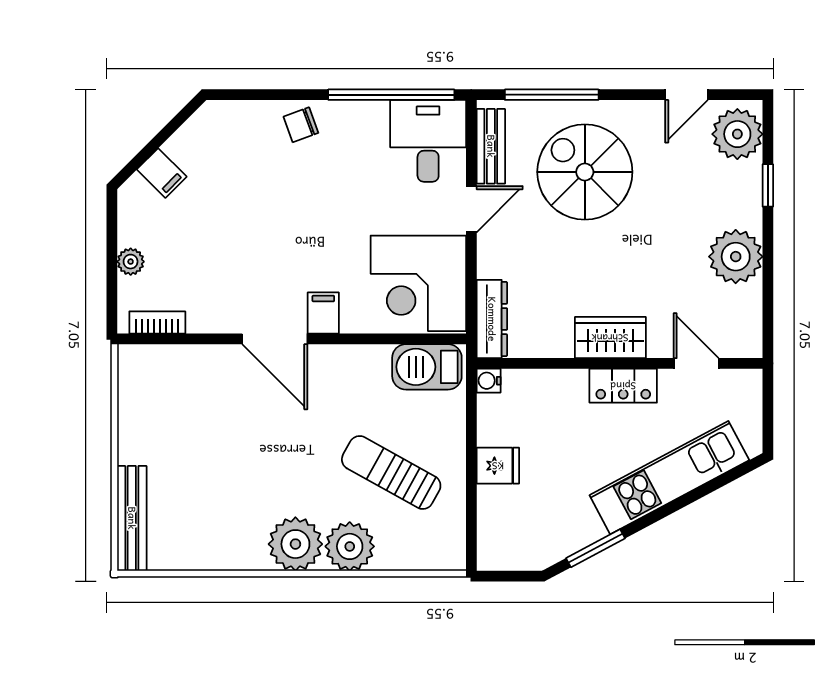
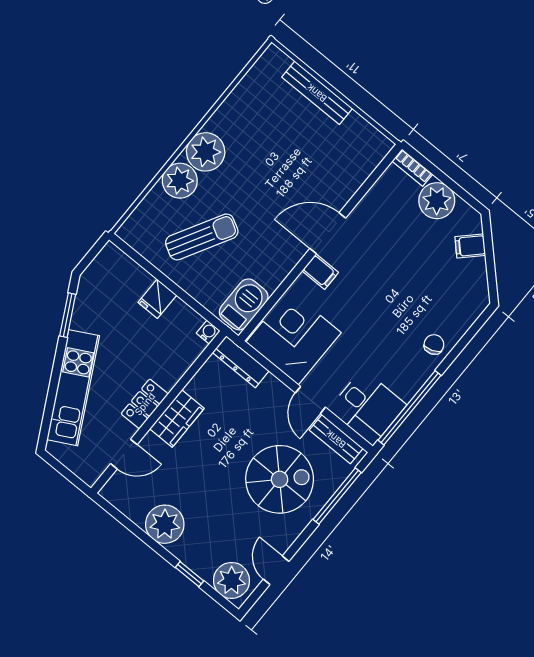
plant: (131, 262) -> (437, 201), width x1.88, depth x1.88
bookcase: (157, 323) -> (412, 168), moved, turned 90
bench: (132, 518) -> (317, 93), moved

